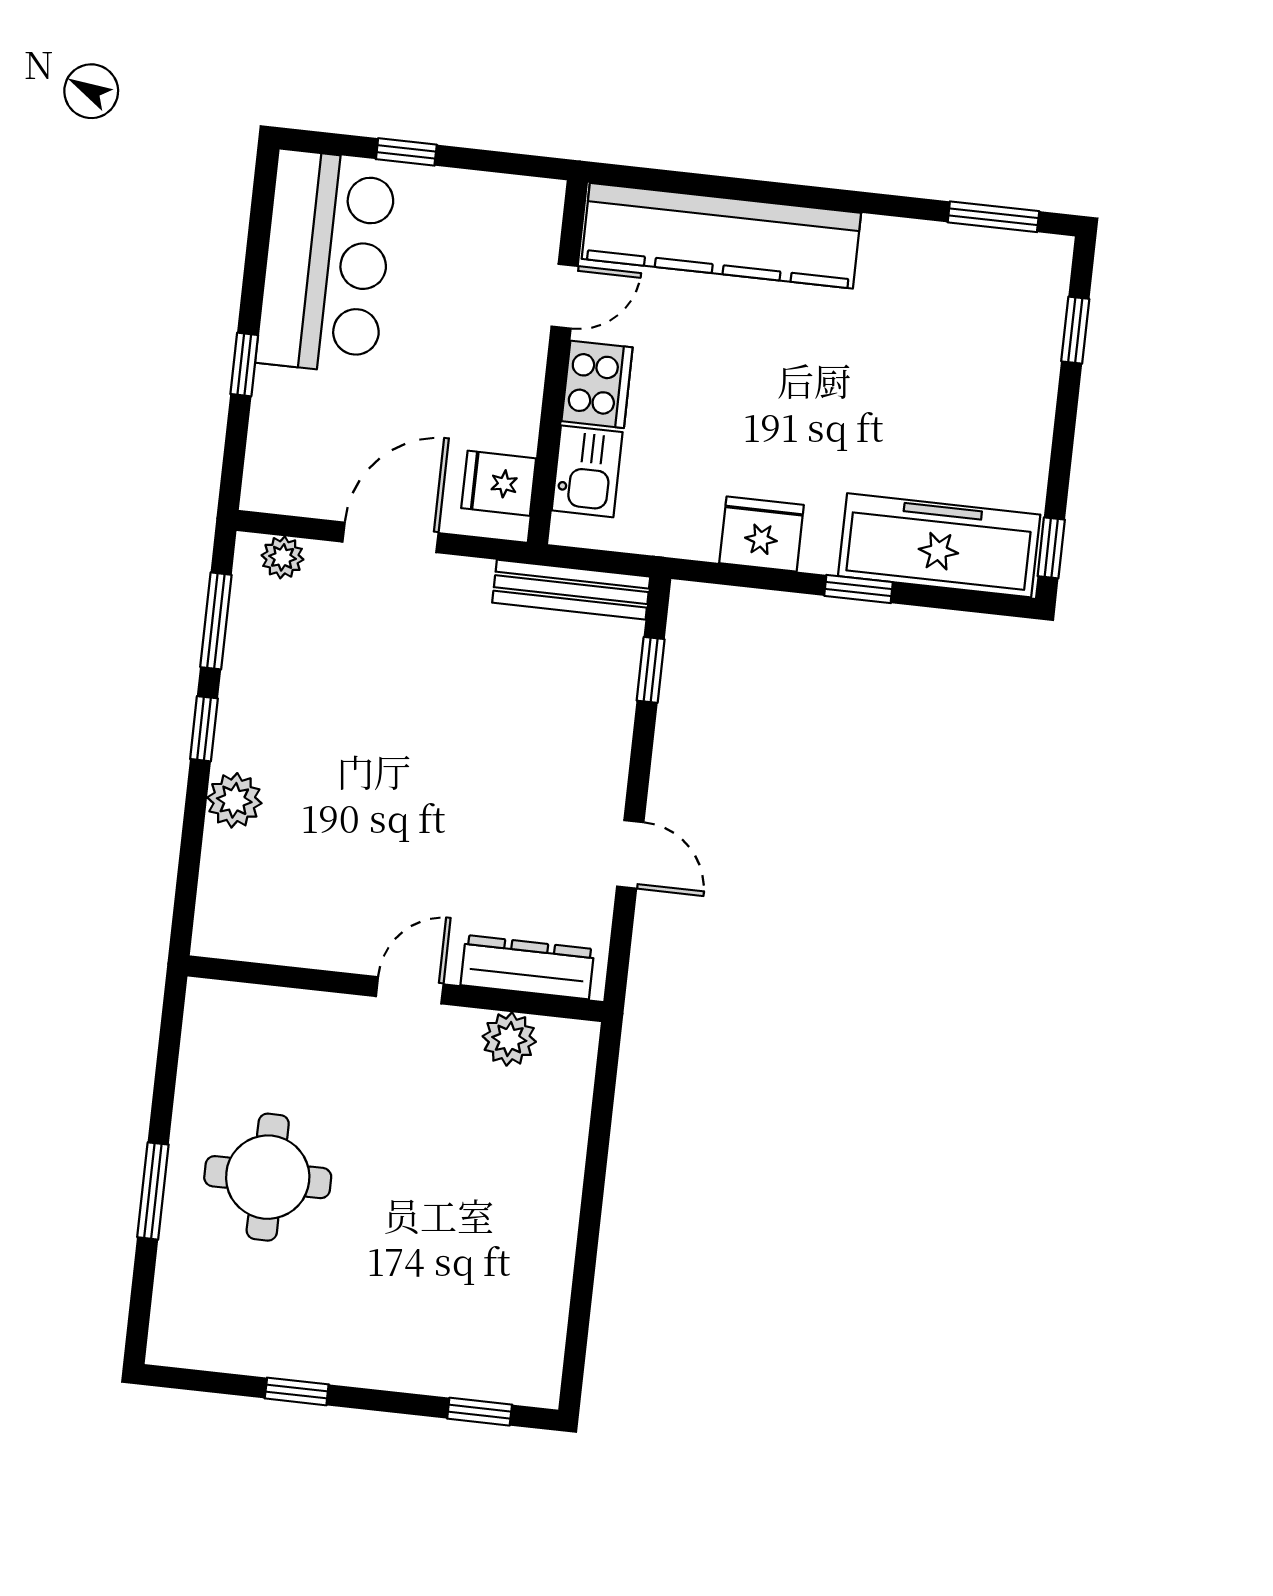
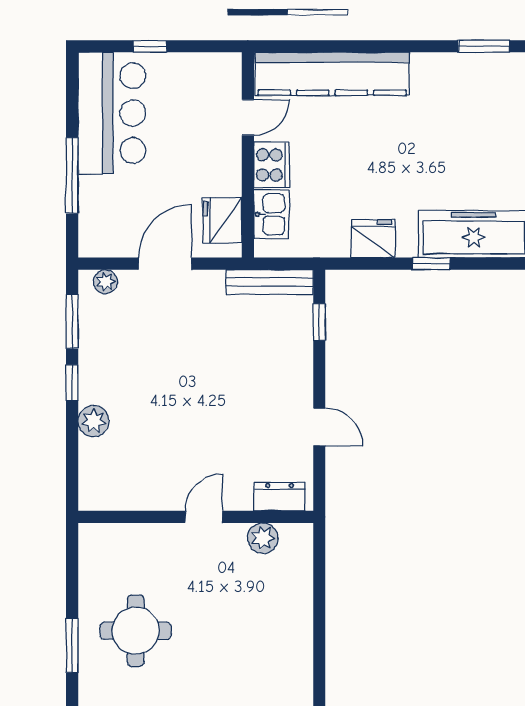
window: (244, 365) -> (72, 176), width x2.17
fridge: (499, 483) -> (222, 220), width x1.38
dresser: (527, 967) -> (280, 497), width x0.70

